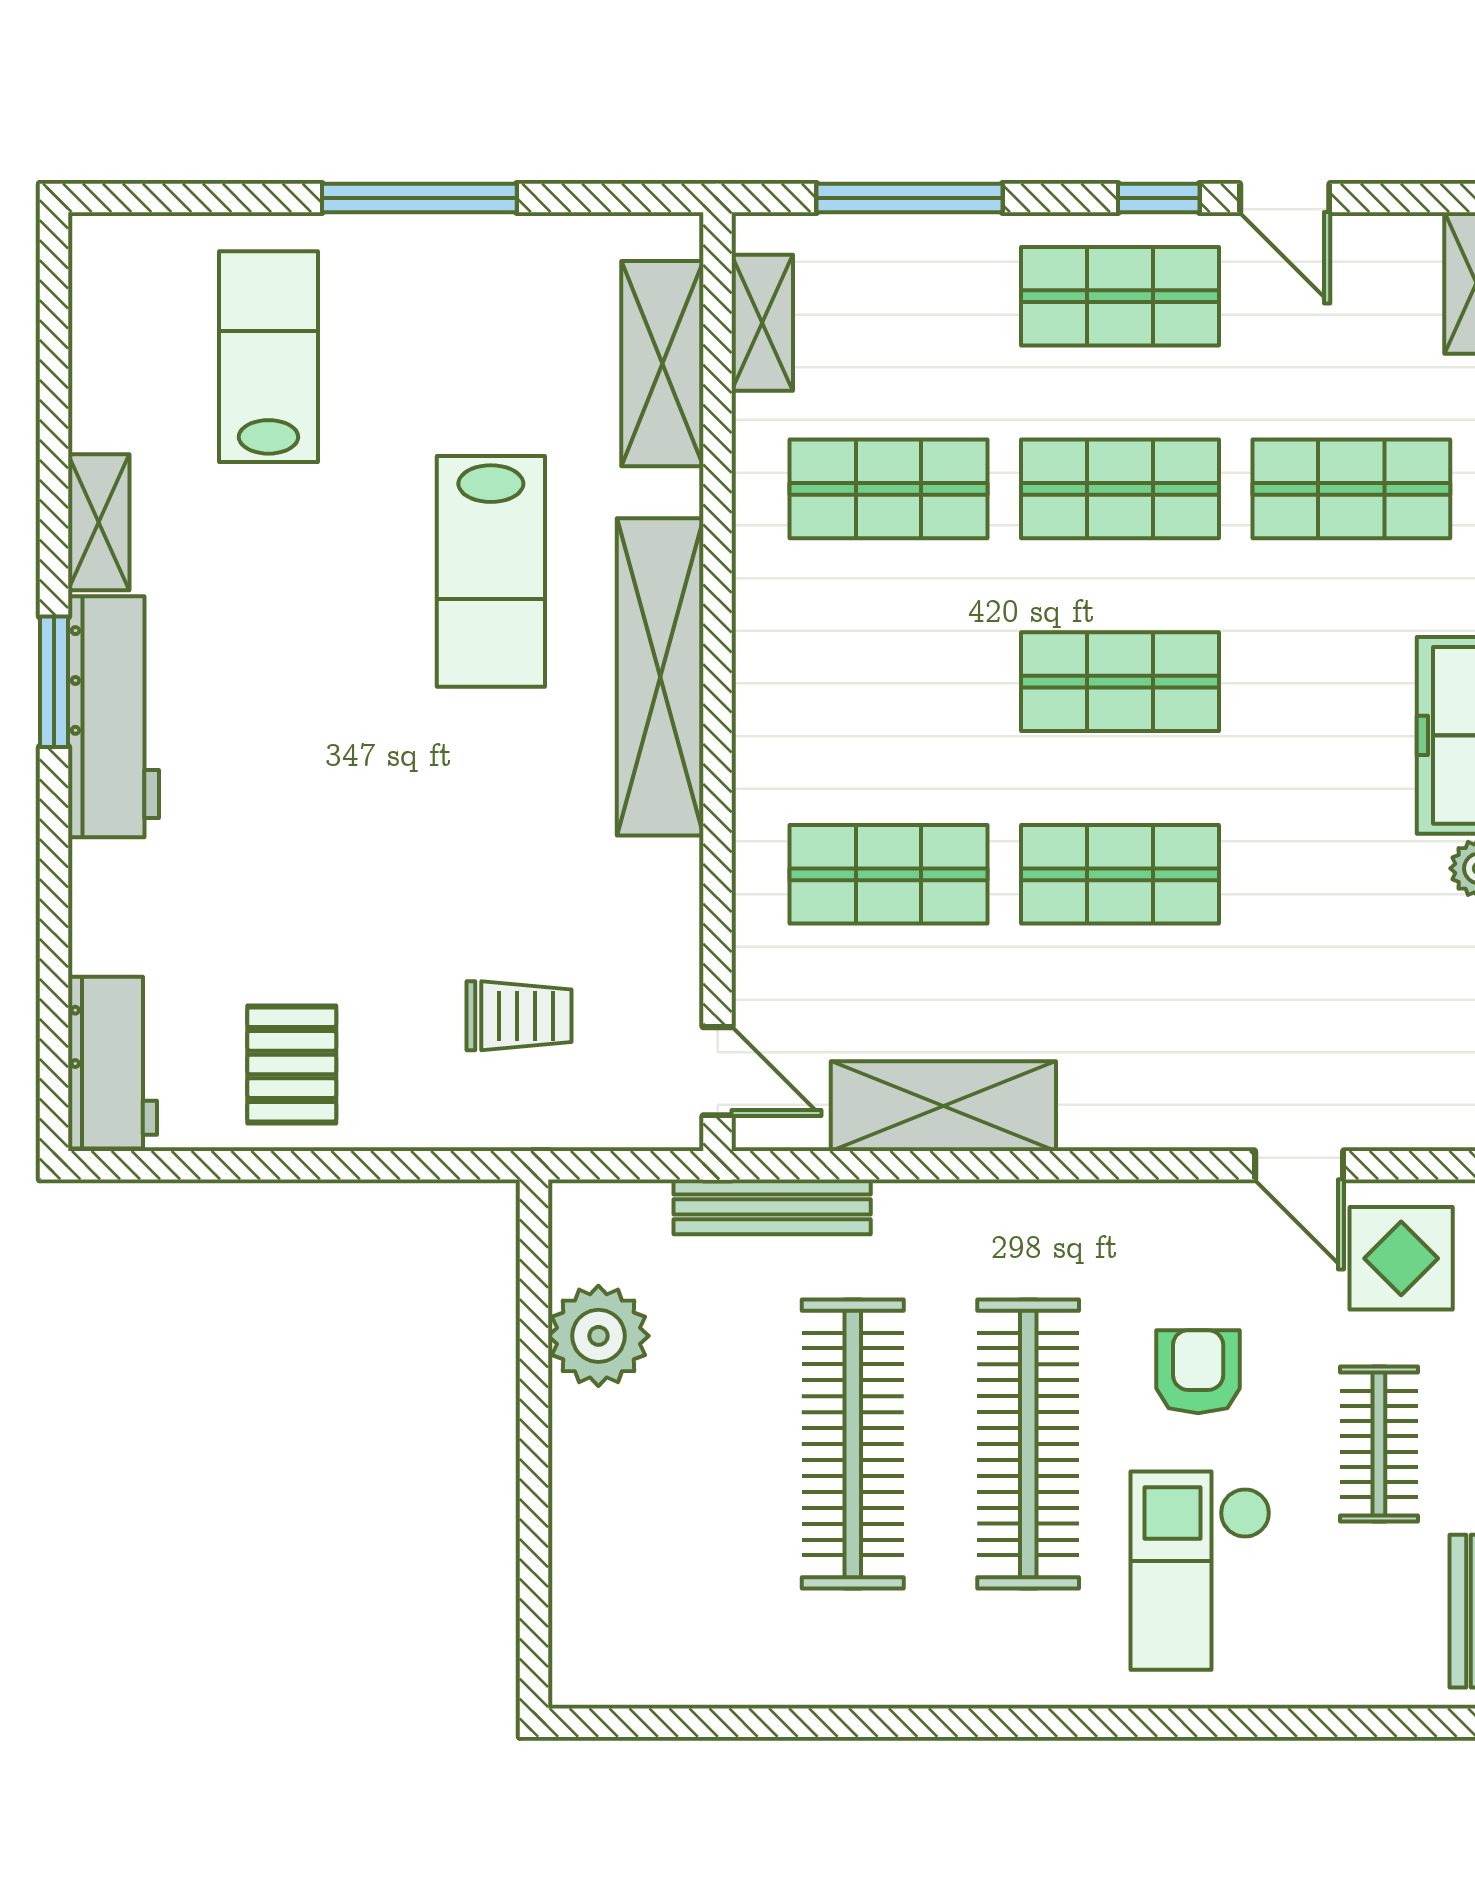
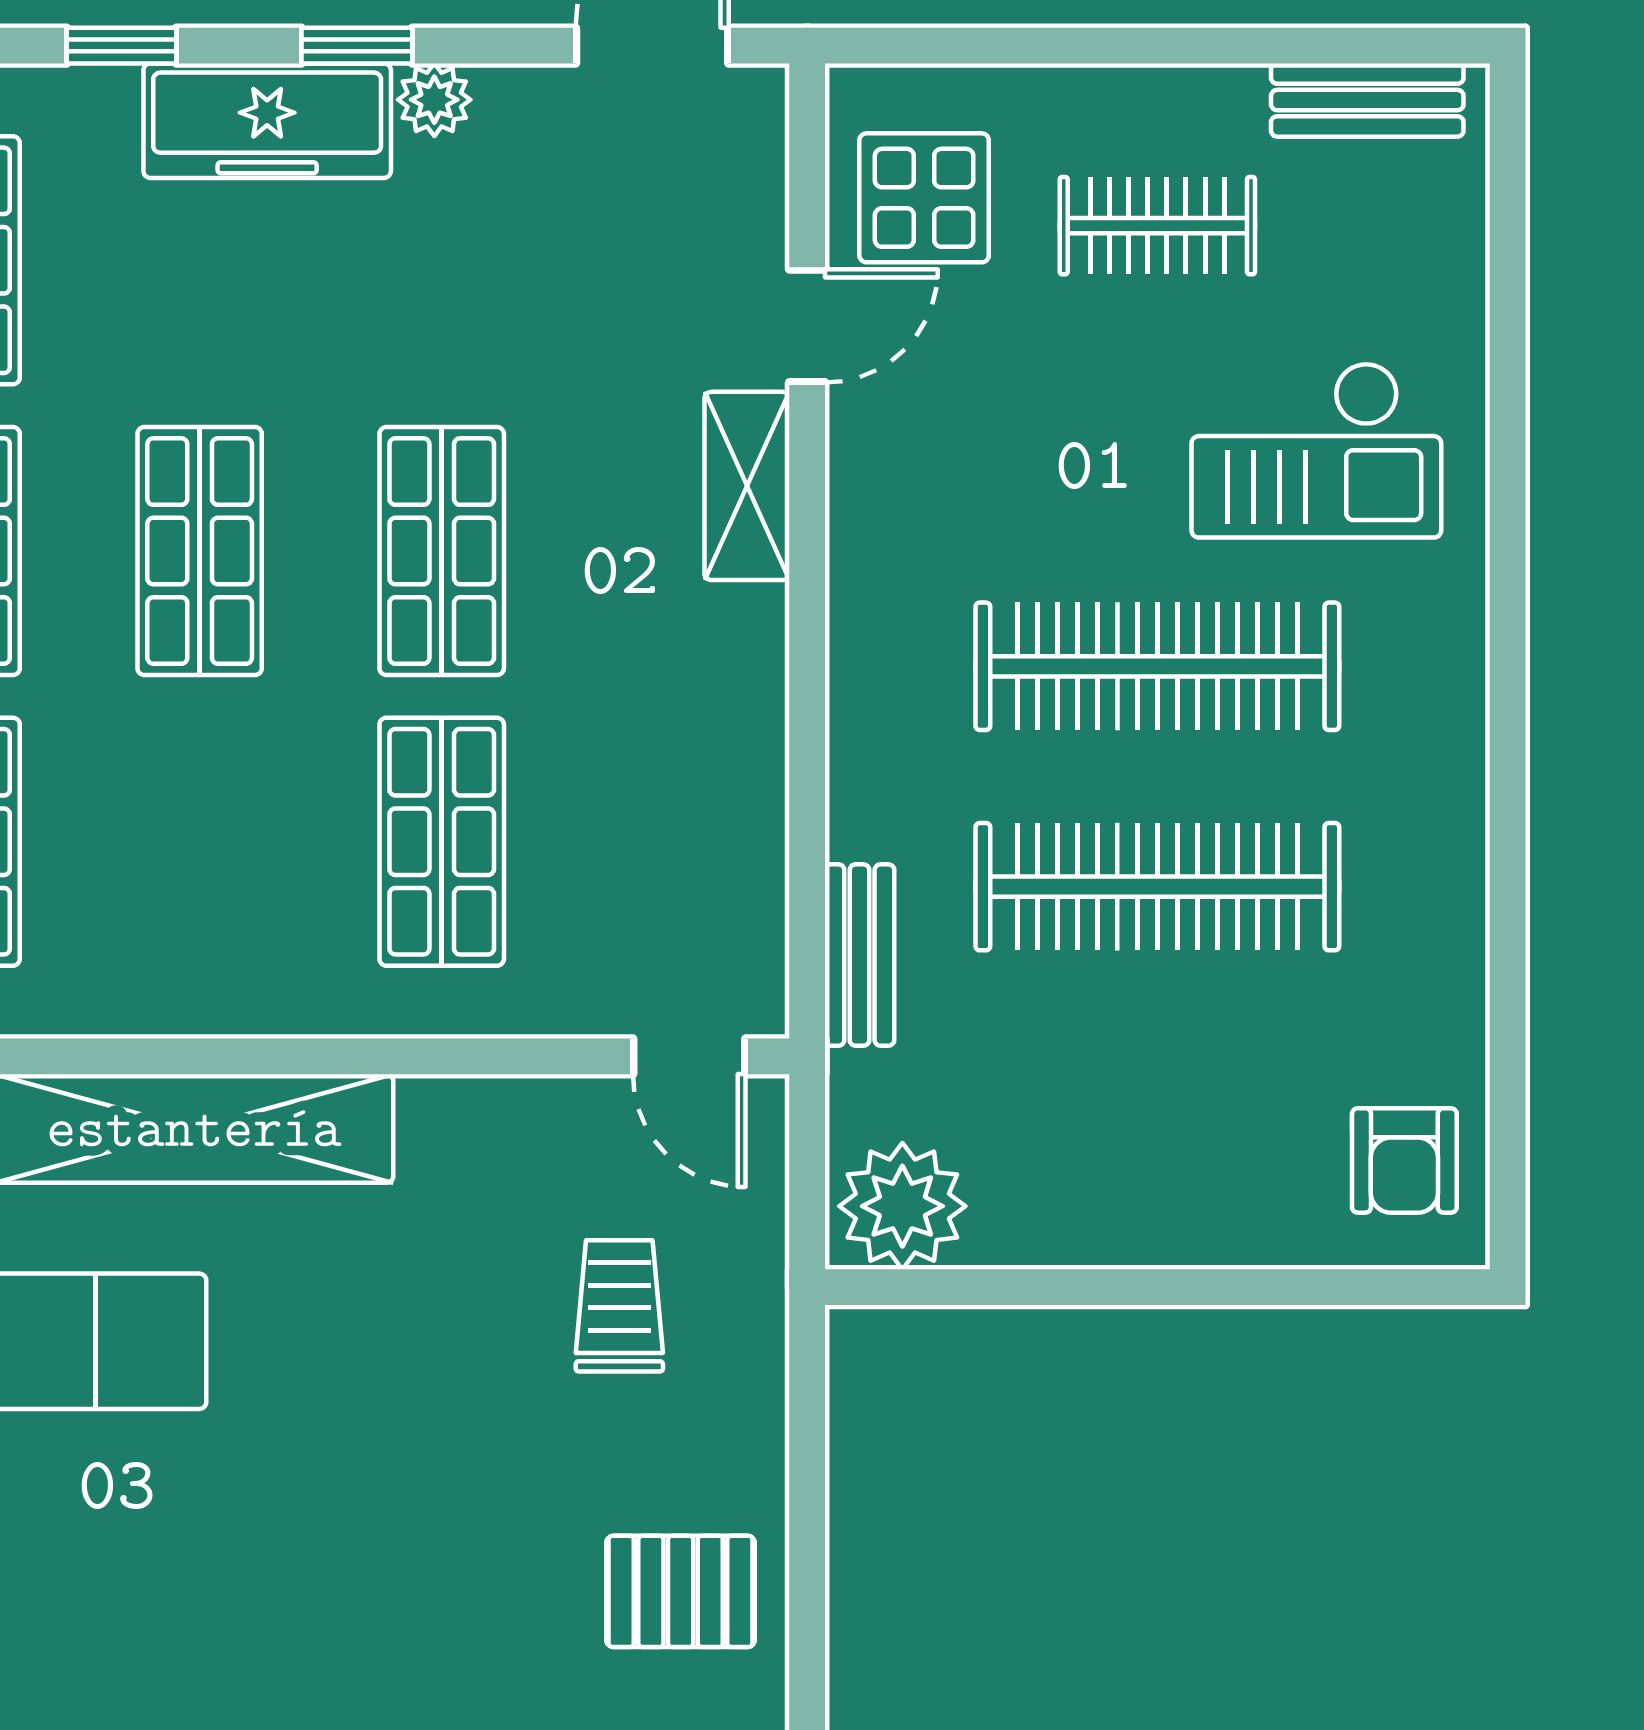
door: (718, 1071) -> (689, 1056), swing flipped
shelving: (943, 1106) -> (747, 486), moved, width x0.67, depth x0.75
bench: (772, 1207) -> (859, 955), width x0.73
plant: (598, 1336) -> (902, 1206), moved
armchair: (1198, 1372) -> (1404, 1160), moved, turned -90

